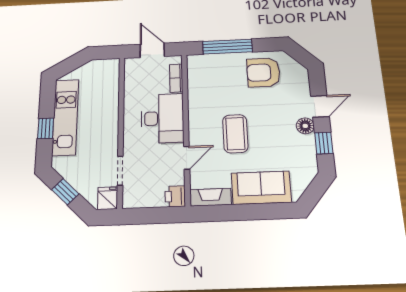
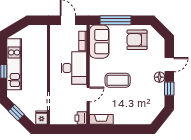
coffee table: (235, 134) -> (118, 80), turned 90
sofa: (261, 188) -> (99, 42), moved, turned 90

